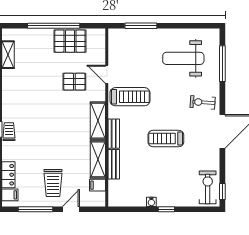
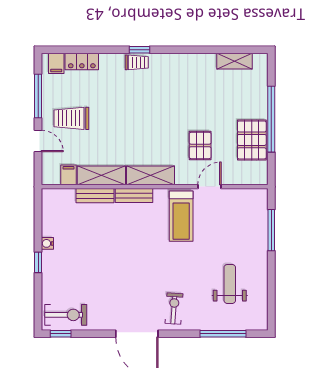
weight bench: (183, 58) -> (230, 284), width x0.73, depth x0.75
treadmill: (166, 139) -> (128, 262), removed

